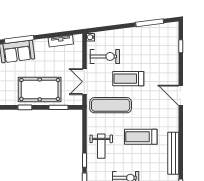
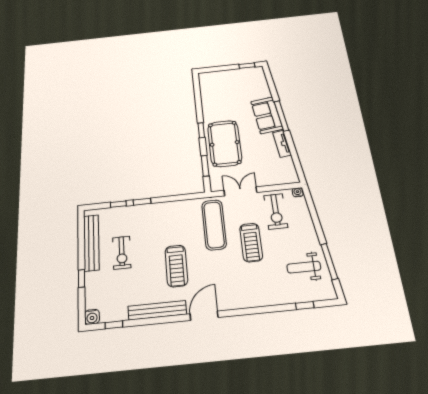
tv unit: (61, 41) -> (282, 144), moved
treadmill: (128, 79) -> (251, 242), turned 180
door: (181, 95) -> (204, 316), moved
treadmill: (141, 137) -> (176, 266), turned 180
weight bench: (101, 146) -> (304, 267), moved

